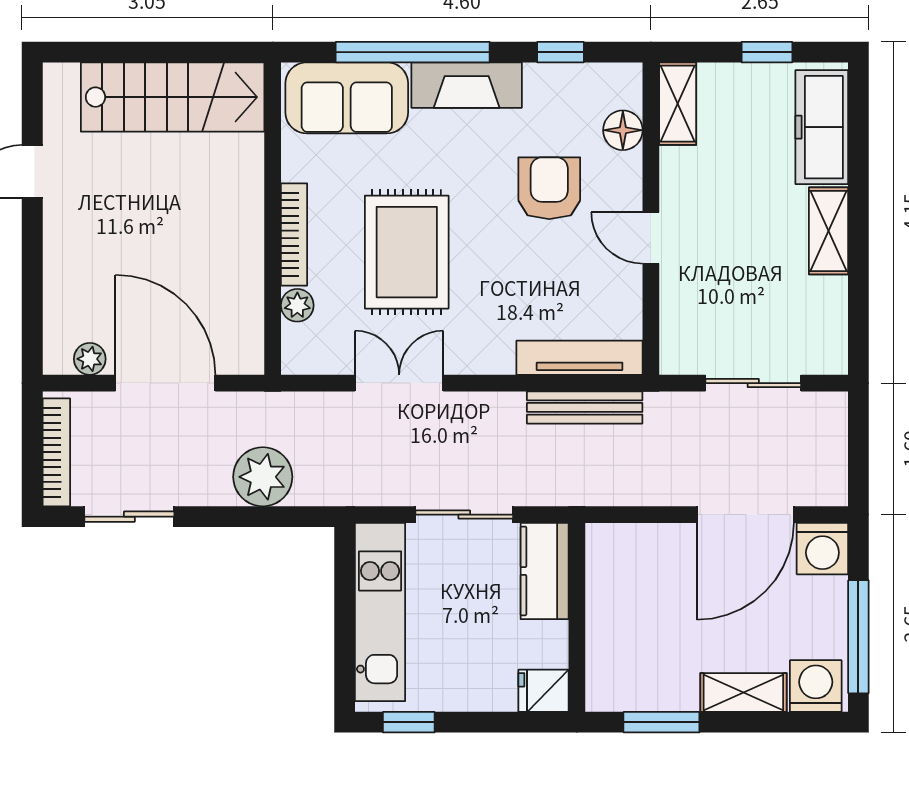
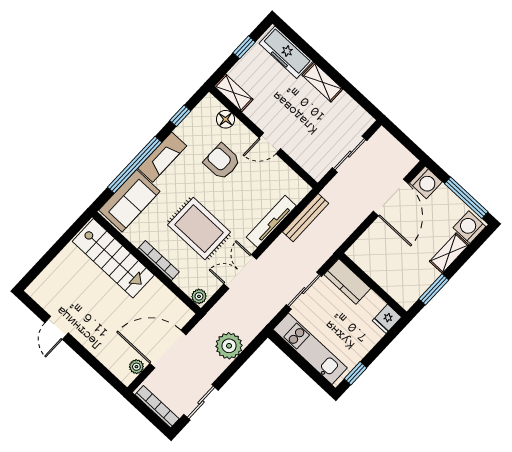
stairs: (173, 97) -> (113, 258), moved, turned 90
plant: (297, 305) -> (199, 296), moved
tv unit: (580, 358) -> (271, 221), moved

